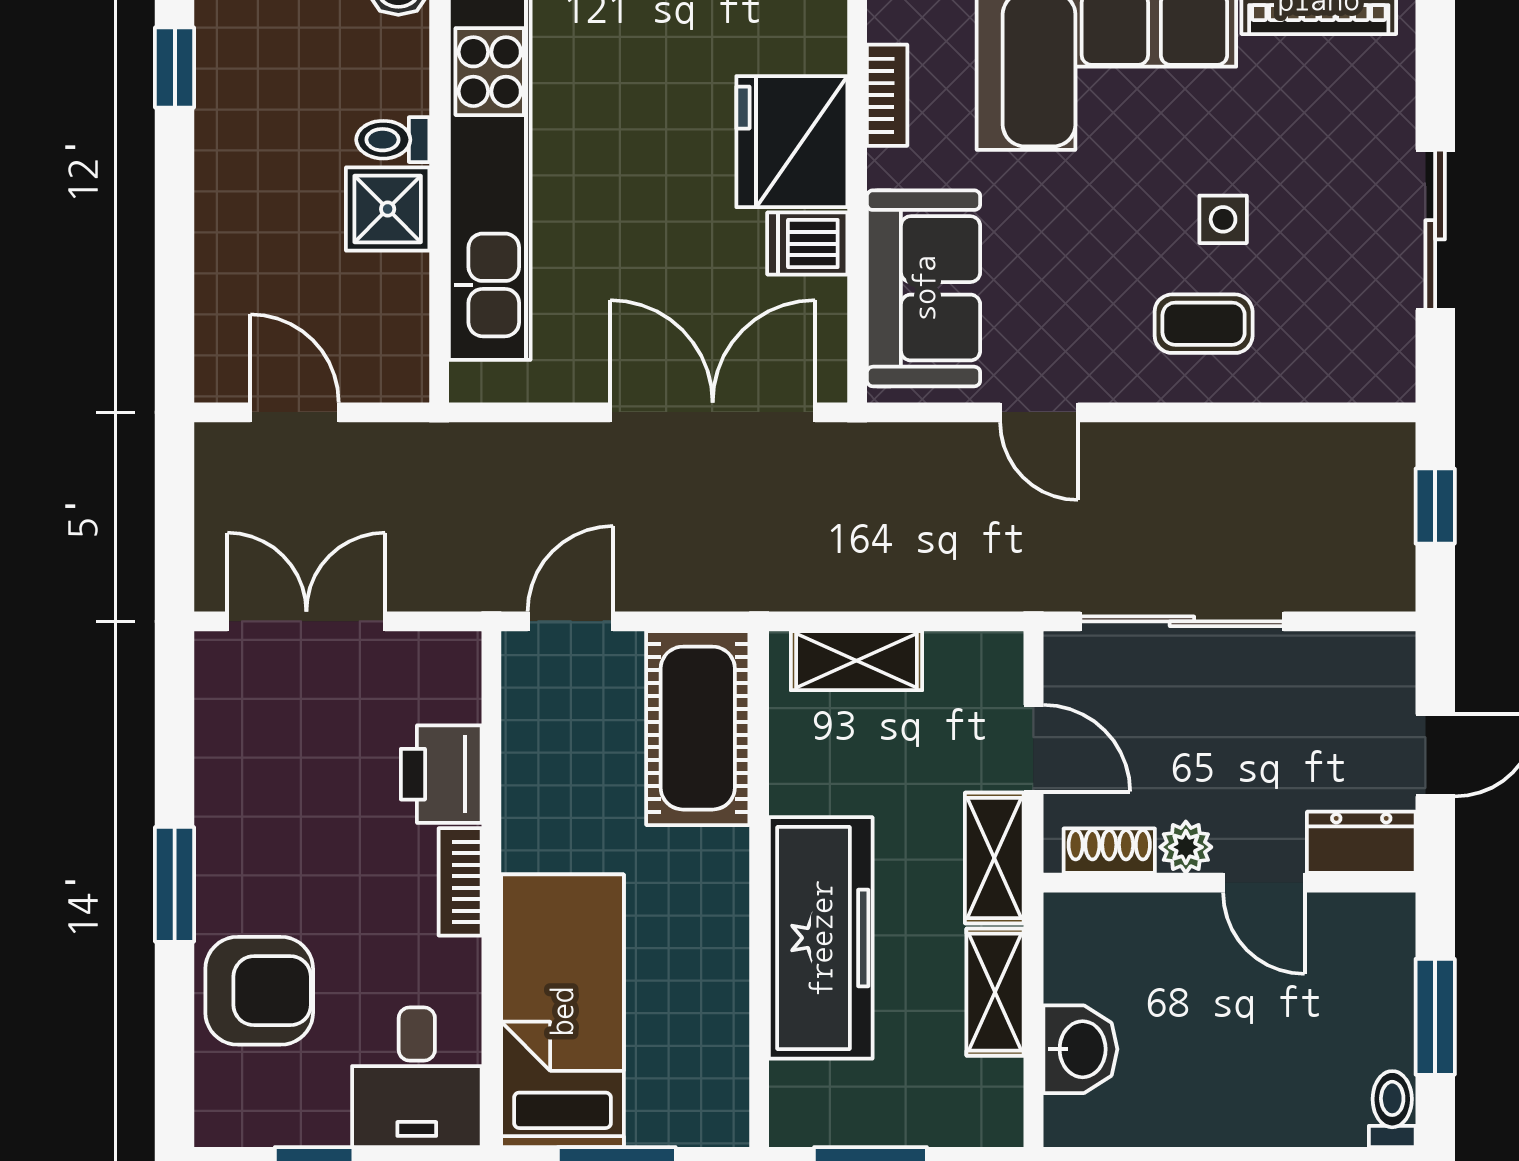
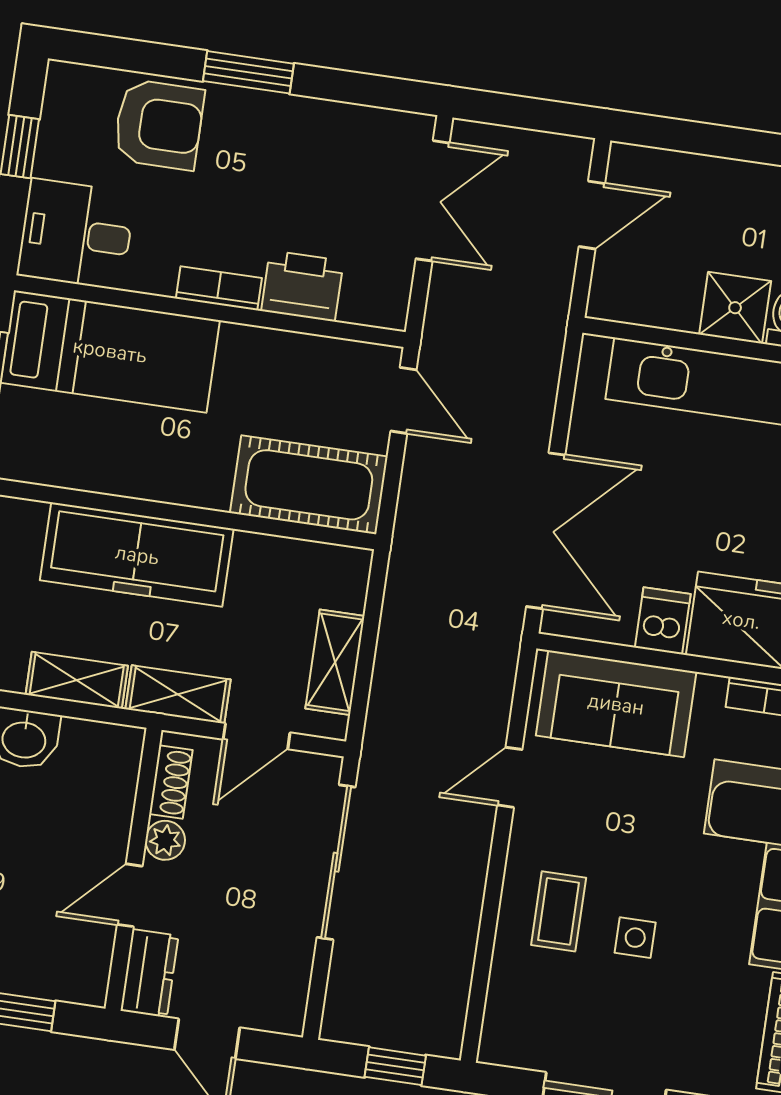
shelving: (856, 661) -> (335, 662), moved
armchair: (259, 991) -> (159, 125), turned -90

